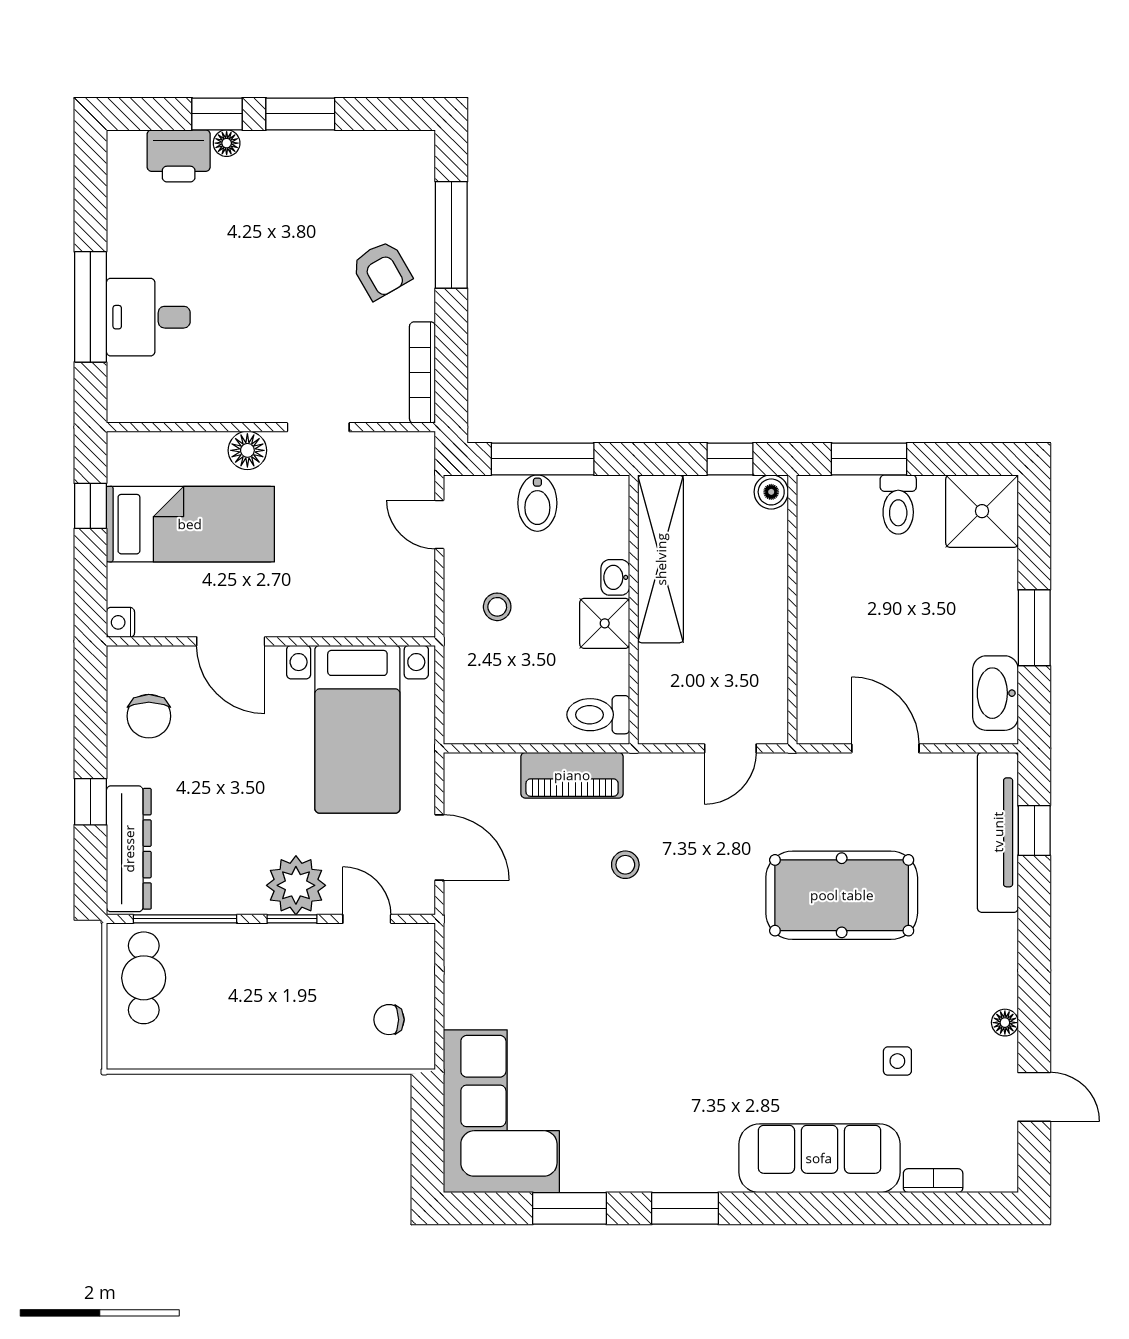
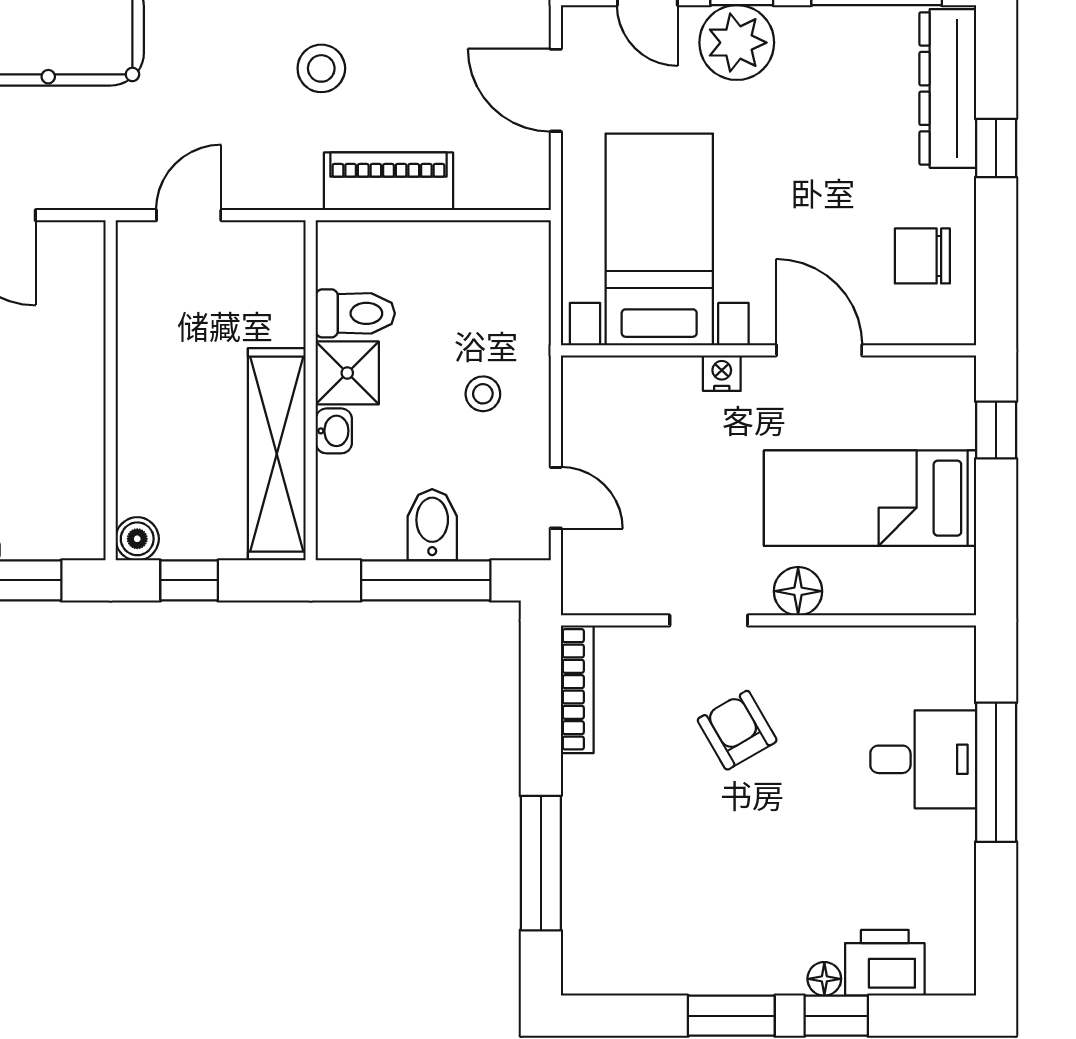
armchair: (382, 270) -> (737, 730), moved
window: (90, 506) -> (996, 430), moved
nightstand: (120, 622) -> (722, 373), moved, turned -90
toilet: (598, 715) -> (355, 313), moved
chair: (149, 716) -> (922, 256), turned -90
stool: (625, 865) -> (321, 68), width x1.37, depth x1.37

